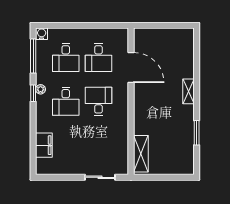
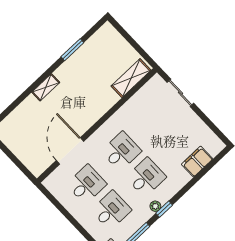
desk: (98, 101) -> (121, 151), turned 180

